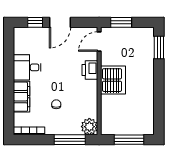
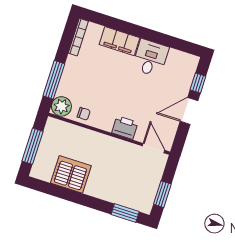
door: (60, 22) -> (189, 111), hinge flipped
window: (121, 22) -> (162, 194), moved
server rack: (113, 80) -> (71, 174), moved, turned 180
chair: (56, 104) -> (84, 114), moved

